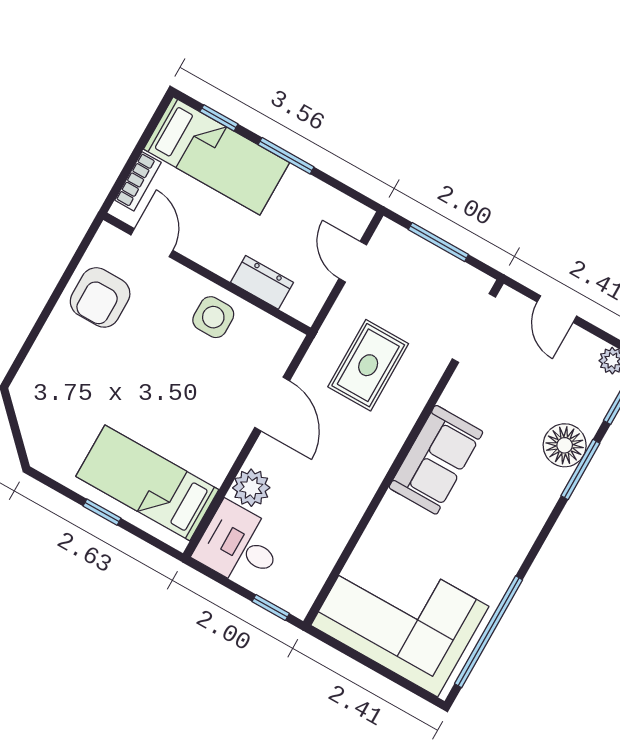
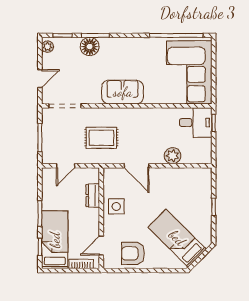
armchair: (100, 297) -> (133, 253), turned 180
door: (272, 404) -> (137, 166), swing flipped
bed: (147, 483) -> (177, 238), moved, turned 135
desk: (240, 546) -> (196, 123), moved, turned -90

